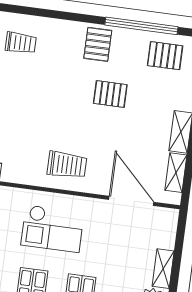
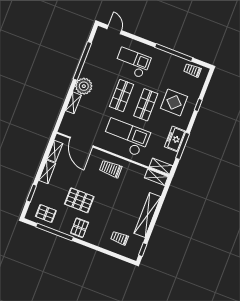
pallet: (110, 94) -> (79, 200), width x1.50, depth x1.42
checkout: (52, 229) -> (126, 137), width x1.36, depth x1.21

